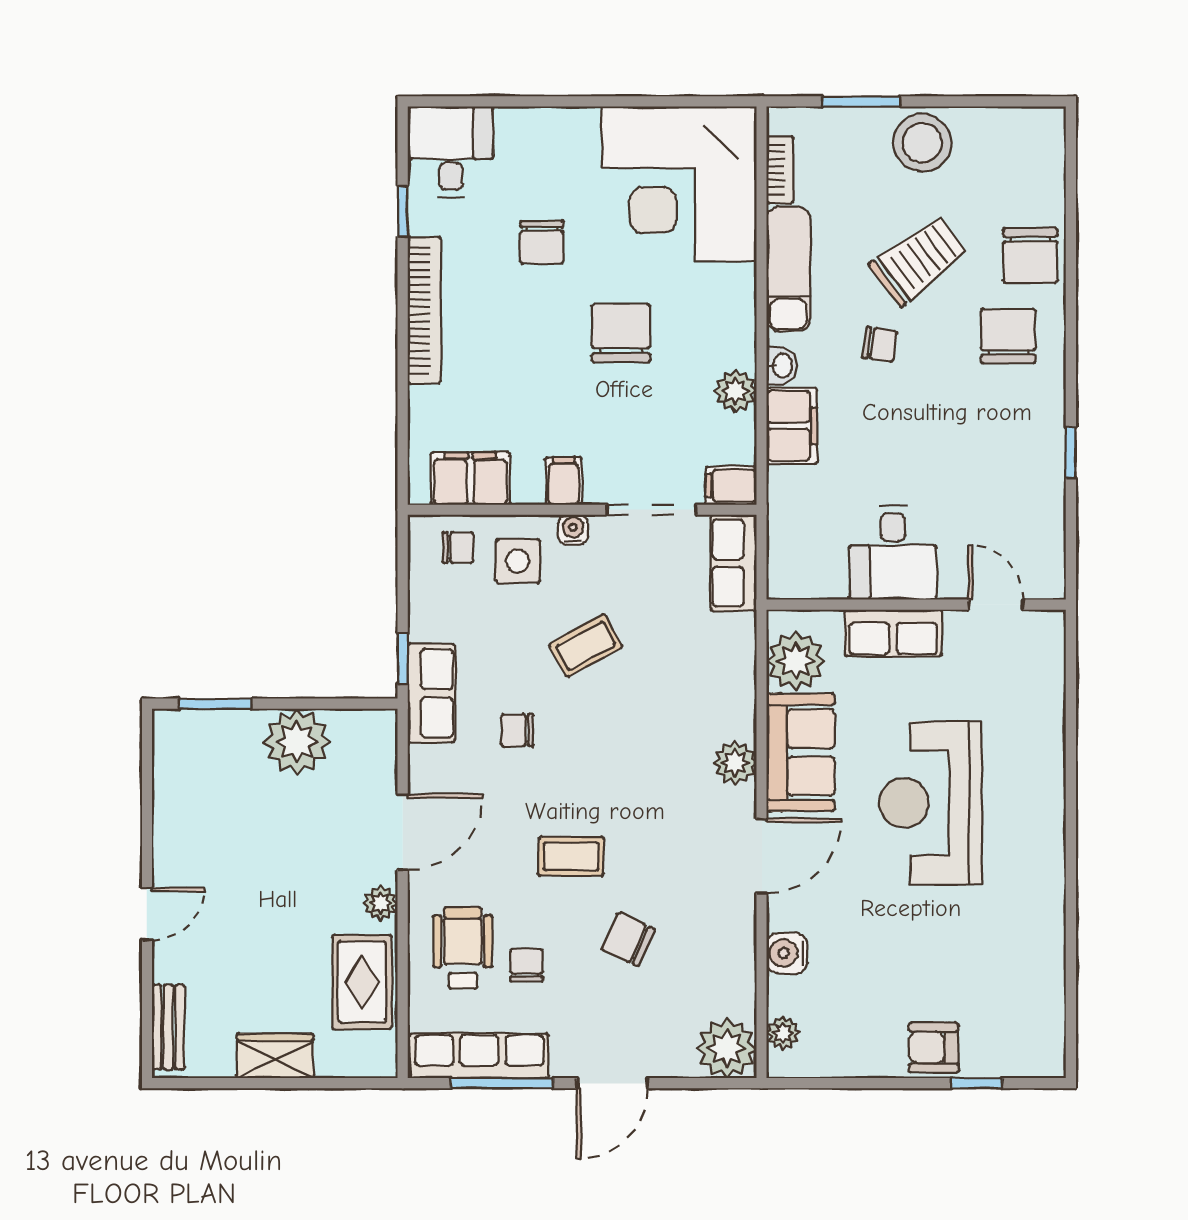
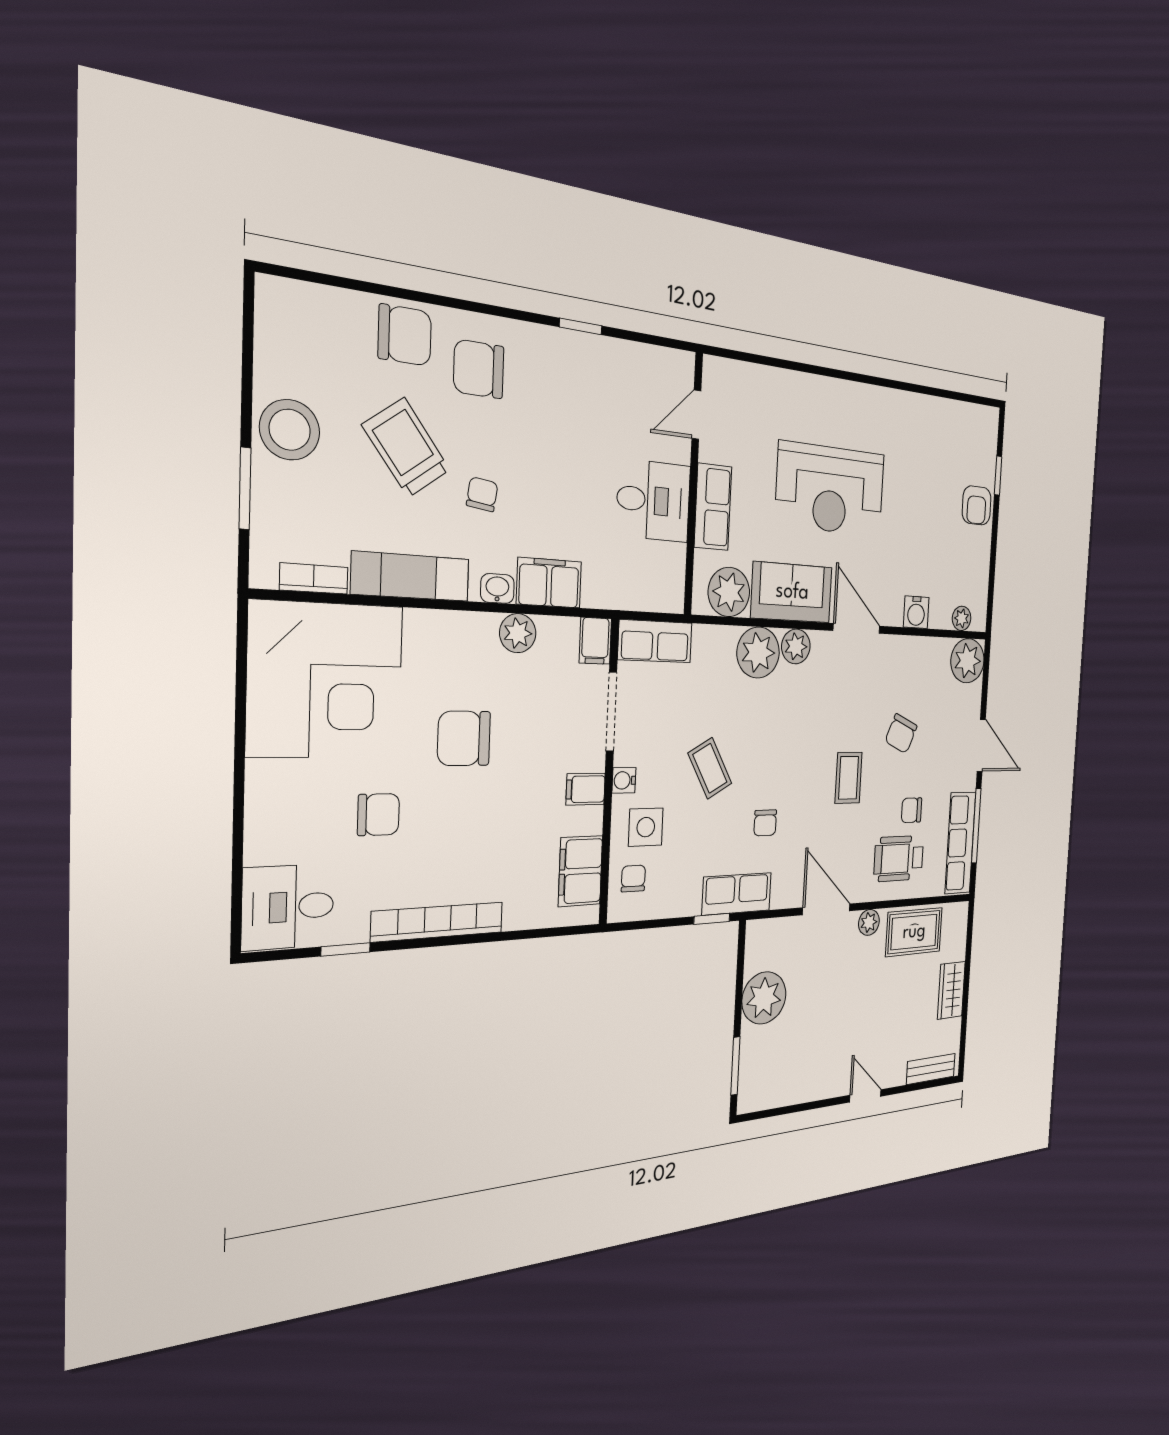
plant: (726, 707) -> (758, 653), added

